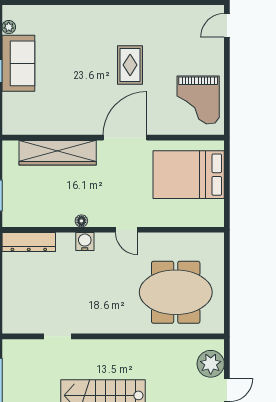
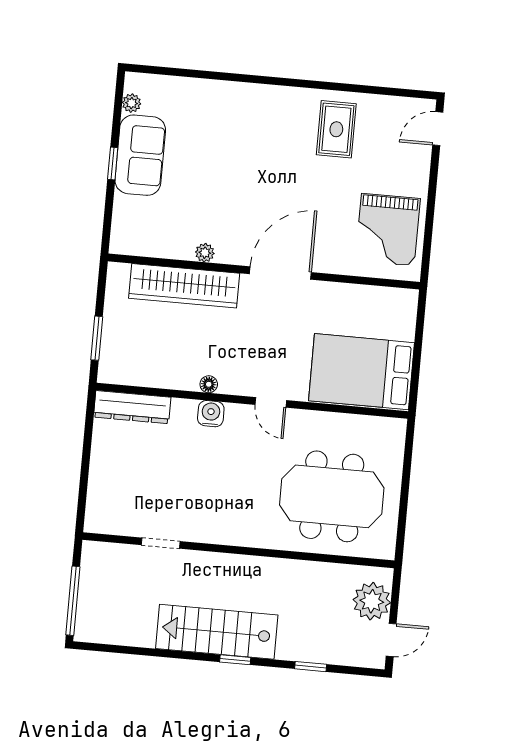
rug: (130, 65) -> (336, 129), moved
plant: (70, 128) -> (205, 253), added
bed: (189, 175) -> (362, 372), moved

